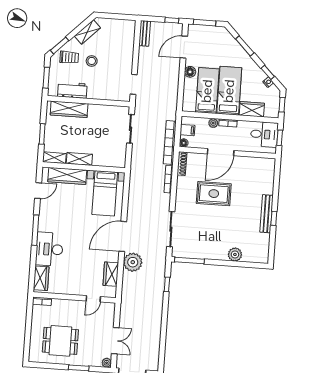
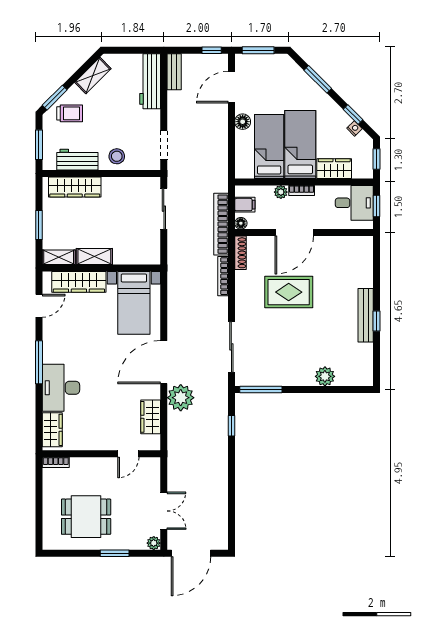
workbench: (127, 39) -> (150, 81), added
stool: (92, 61) -> (117, 156), moved

